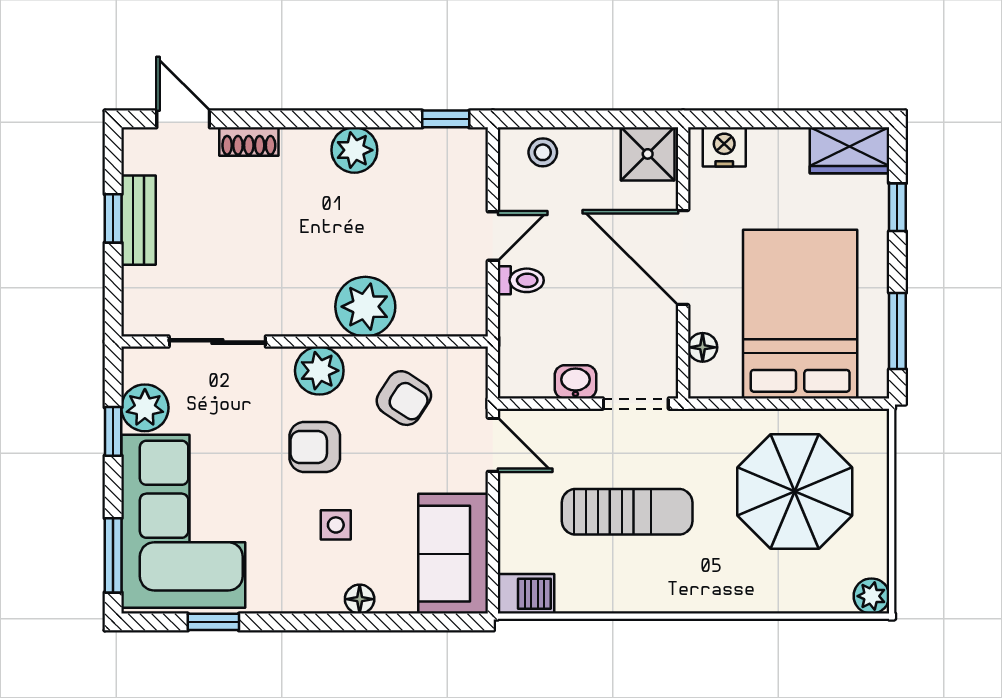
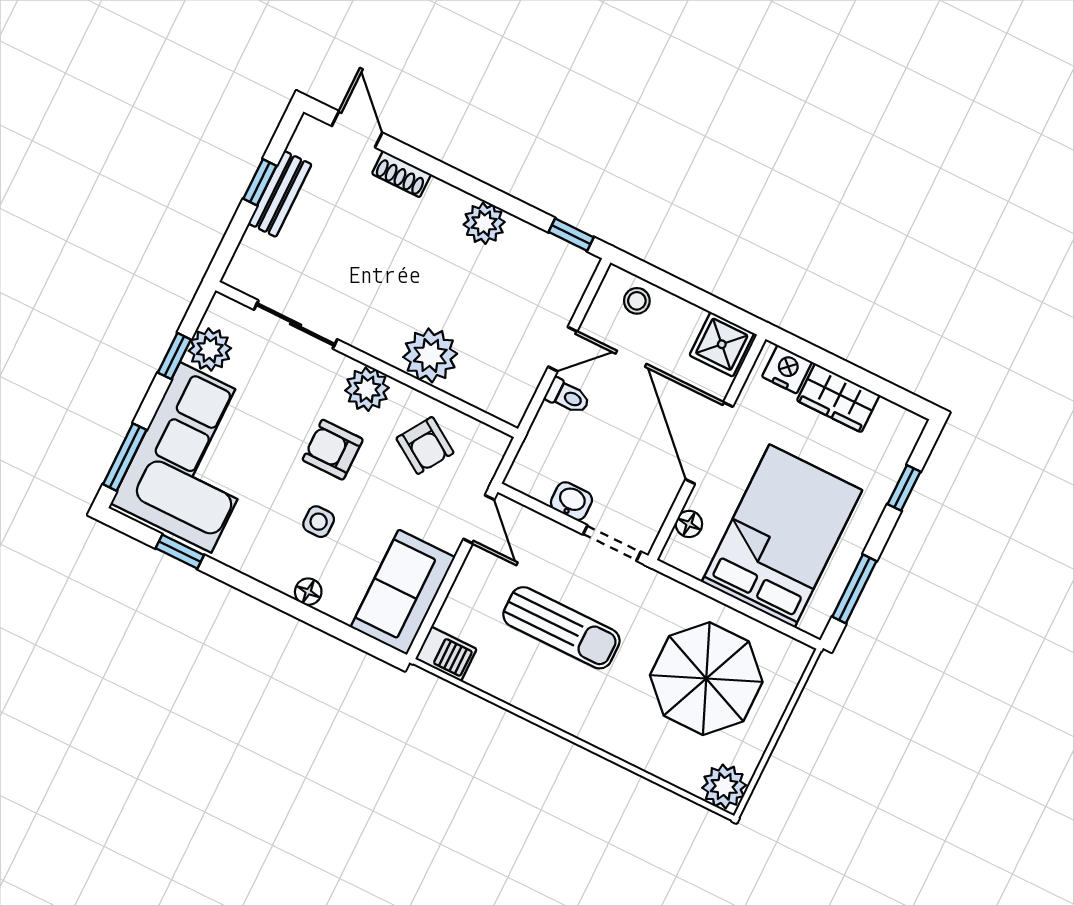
wardrobe: (849, 150) -> (838, 398), moved
plant: (871, 596) -> (724, 786), width x1.38, depth x1.38

